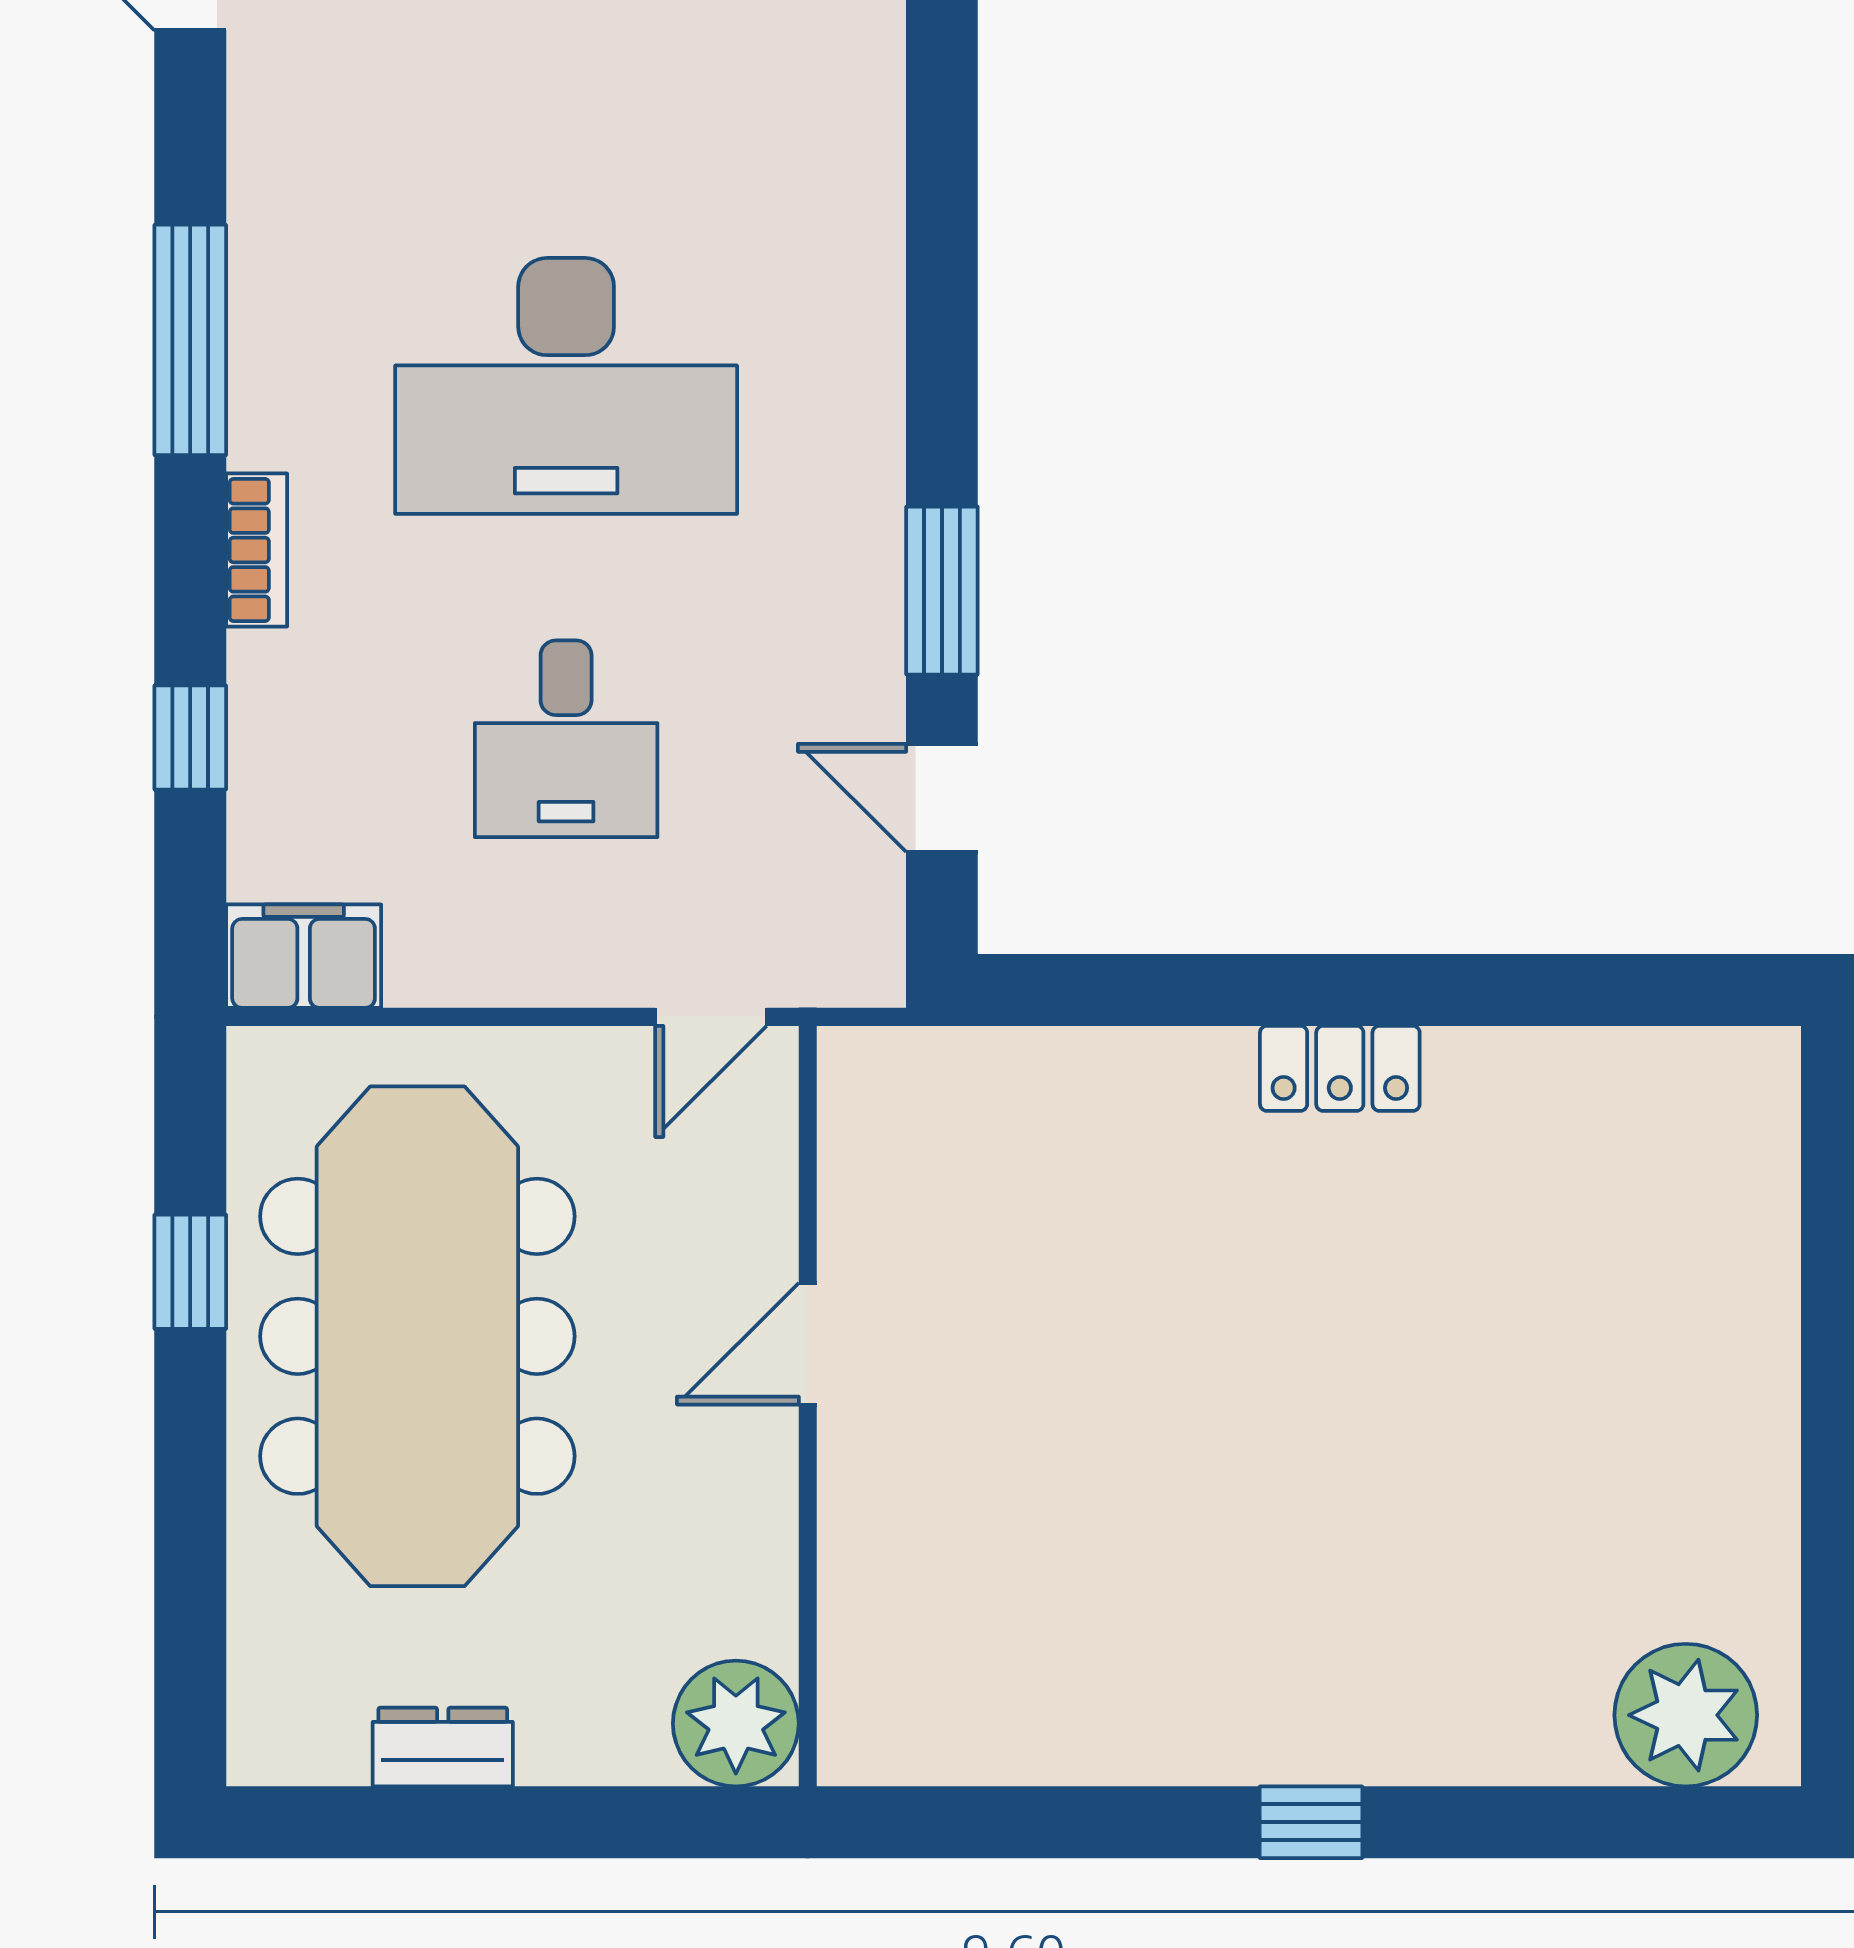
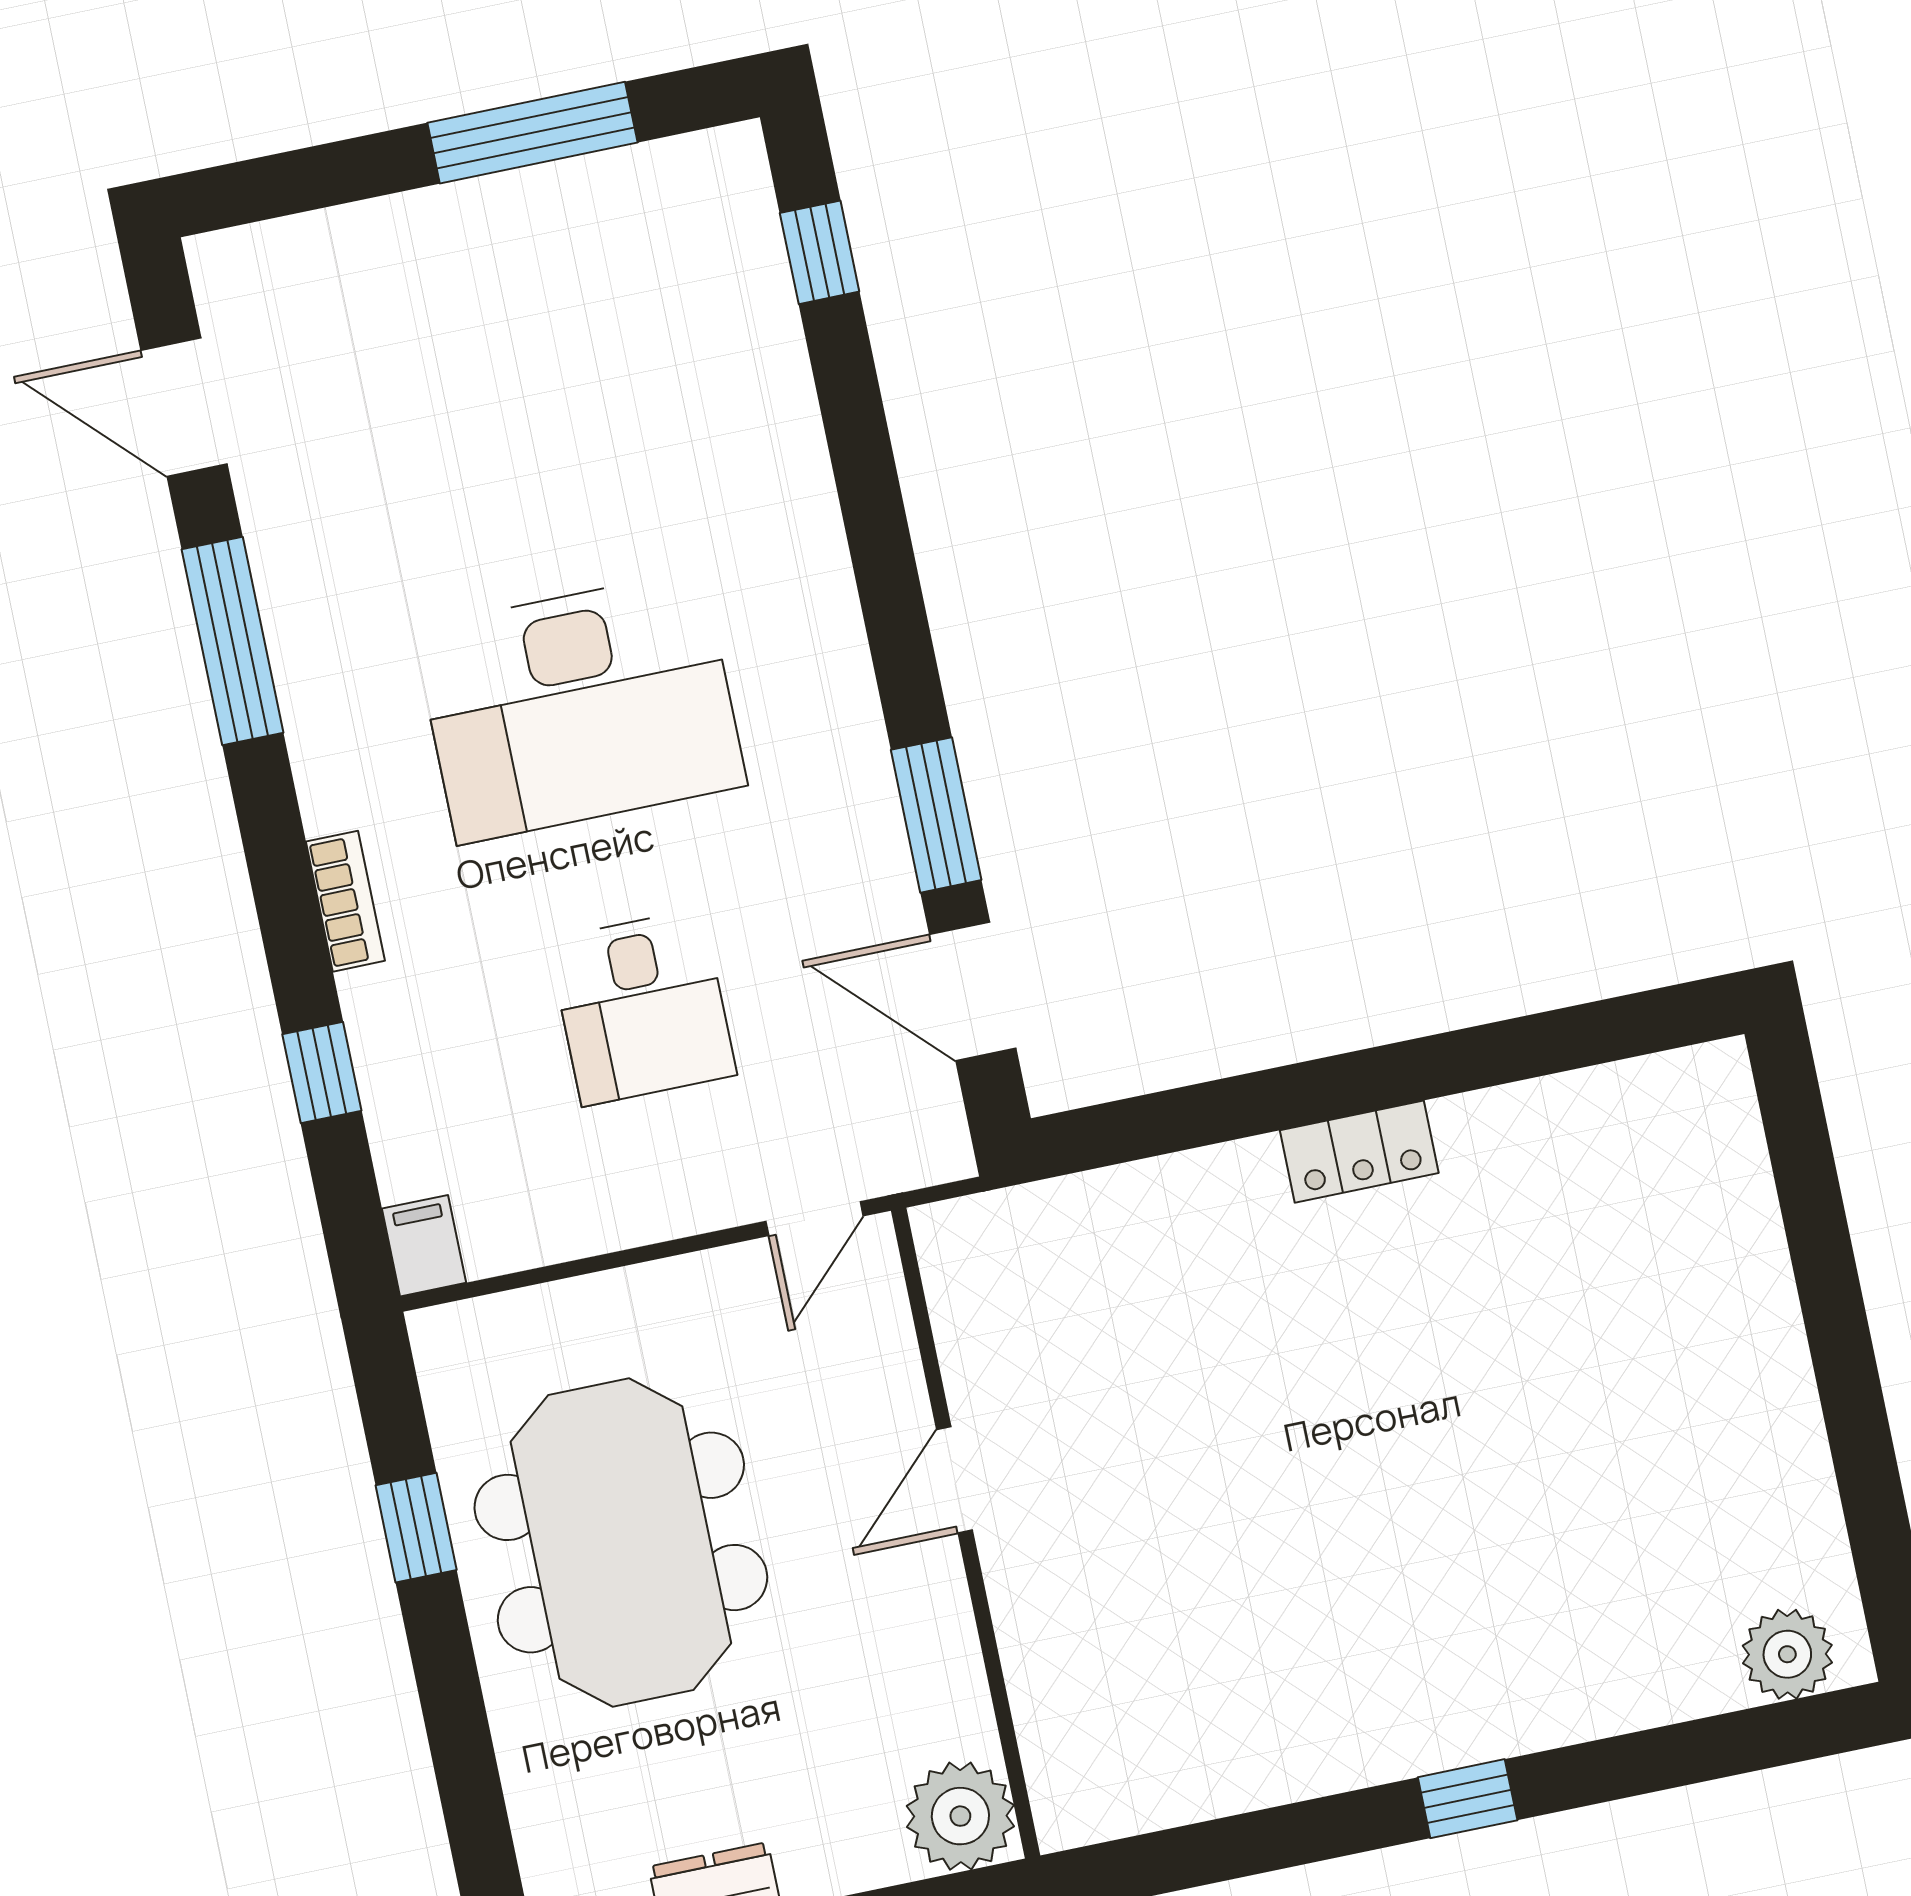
window: (190, 340) -> (232, 641), moved
door: (942, 798) -> (973, 991), width x1.38
filing cabinet: (304, 956) -> (424, 1246), width x0.50
meeting table: (417, 1336) -> (621, 1542), width x0.73
plant: (1686, 1715) -> (1787, 1654), width x0.73, depth x0.73

